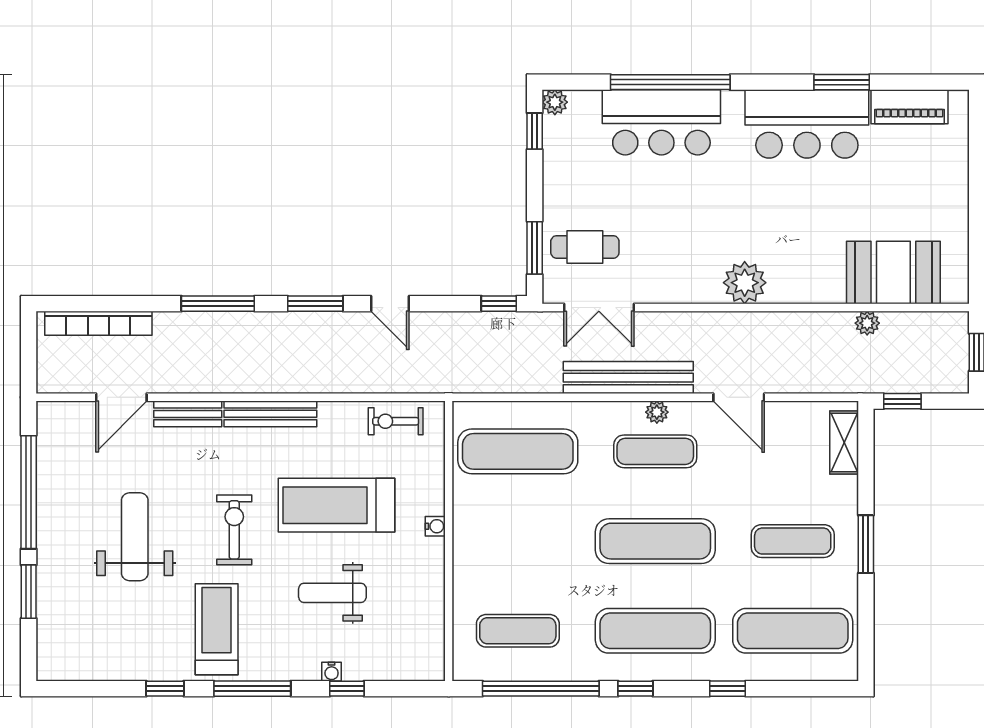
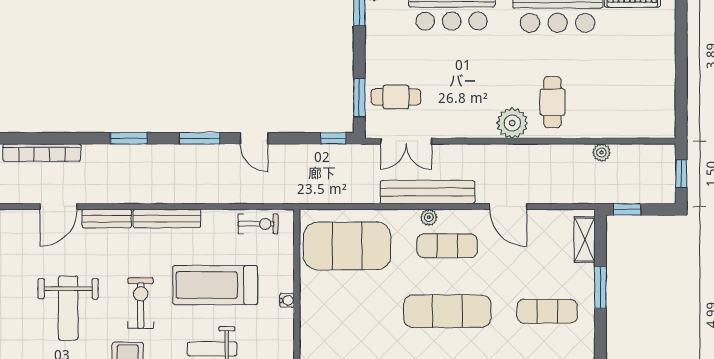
cafe table: (800, 254) -> (552, 102), added
booth: (893, 273) -> (621, 116), removed
window: (218, 304) -> (129, 138), width x0.69
plant: (657, 412) -> (429, 217), moved
exercise bike: (396, 421) -> (258, 224), turned 180
exercise mat: (518, 451) -> (347, 246), width x1.47
weight bench: (135, 537) -> (68, 308), turned 180
window: (866, 544) -> (600, 287), moved

